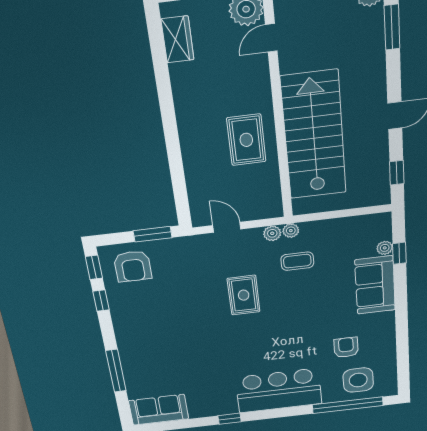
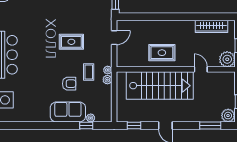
door: (271, 38) -> (201, 69), moved
wardrobe: (178, 39) -> (212, 26), width x1.50
plant: (272, 233) -> (107, 80), moved
armchair: (346, 347) -> (69, 84), moved

